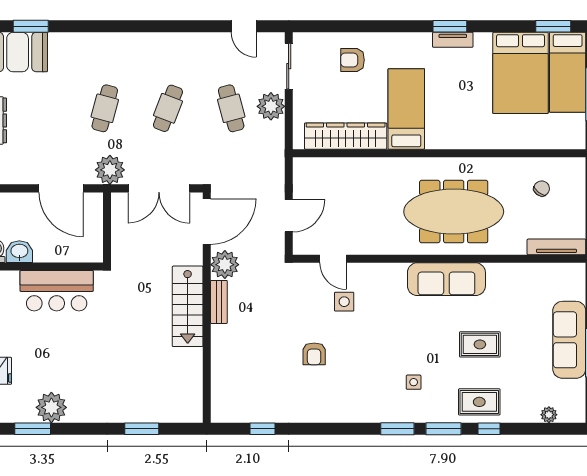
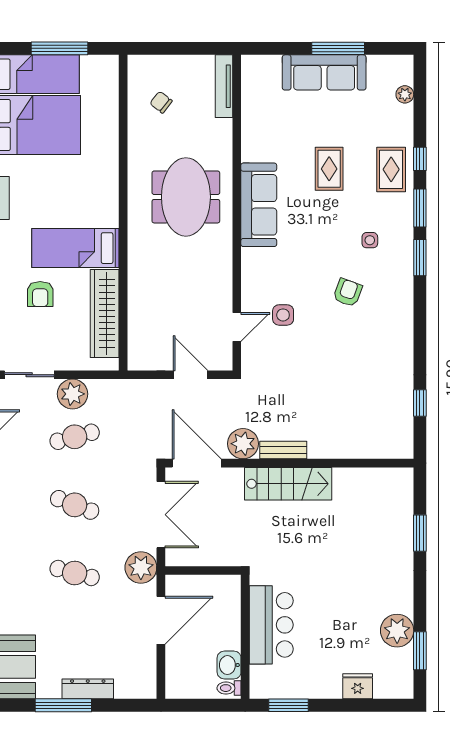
armchair: (353, 60) -> (40, 294), moved
meeting table: (454, 212) -> (186, 197), width x0.73
armchair: (314, 354) -> (348, 293), moved, turned -70

